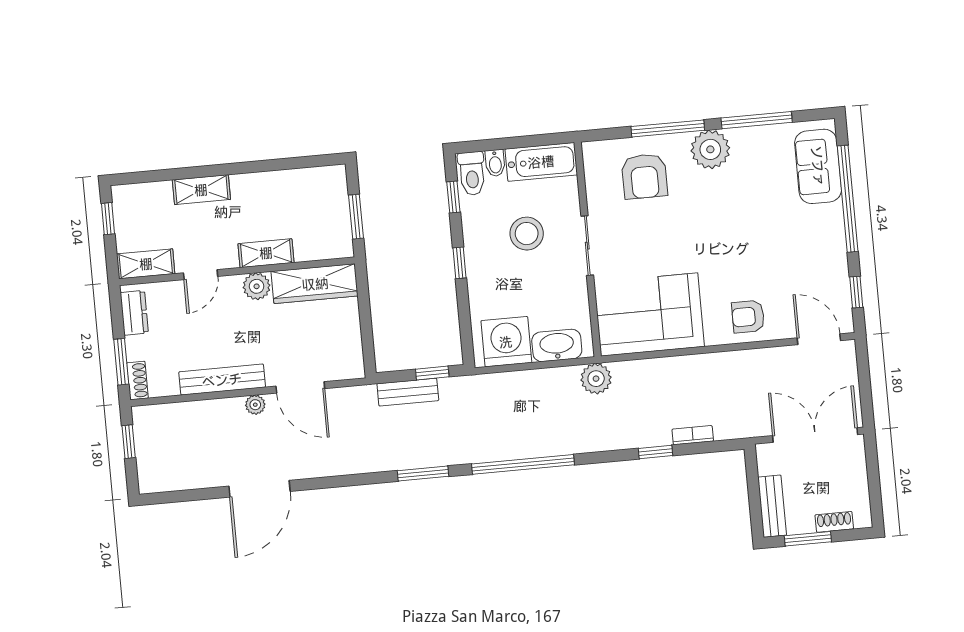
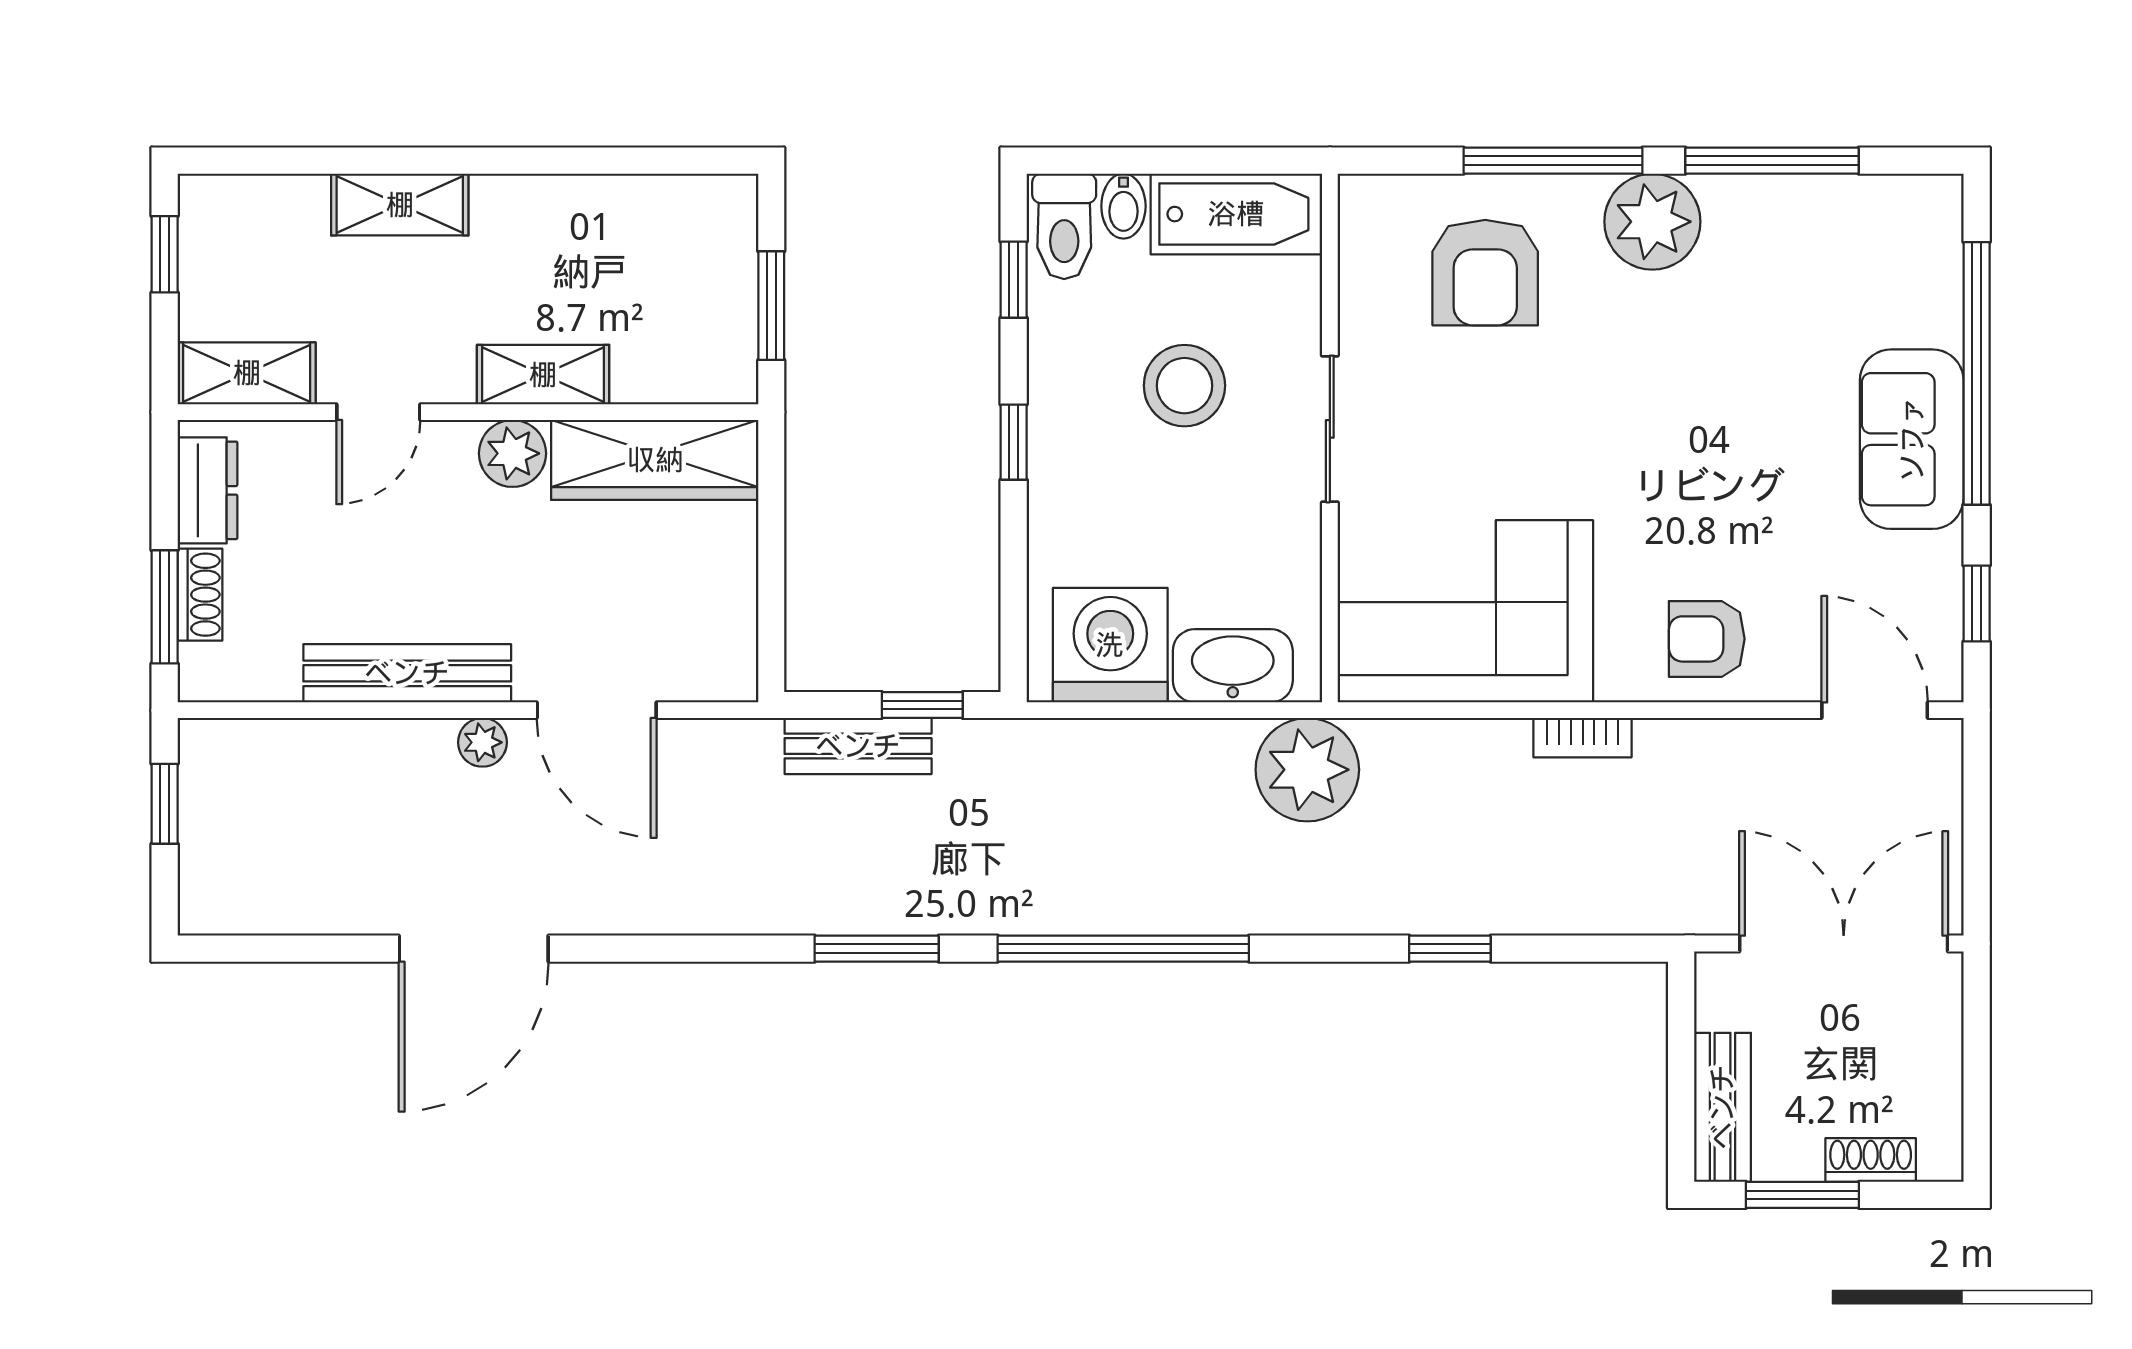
sofa: (818, 166) -> (1912, 439), moved
plant: (596, 379) -> (1307, 770), width x1.36, depth x1.36
shoe rack: (137, 380) -> (200, 595), moved
bookcase: (693, 435) -> (1583, 738), moved, turned 180

